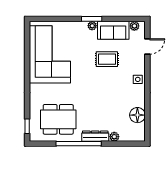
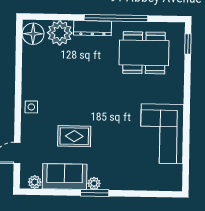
corner sofa: (50, 54) -> (162, 134), width x0.73, depth x0.74
floor lamp: (137, 115) -> (33, 34), moved
plant: (114, 137) -> (60, 33), width x1.88, depth x1.88

